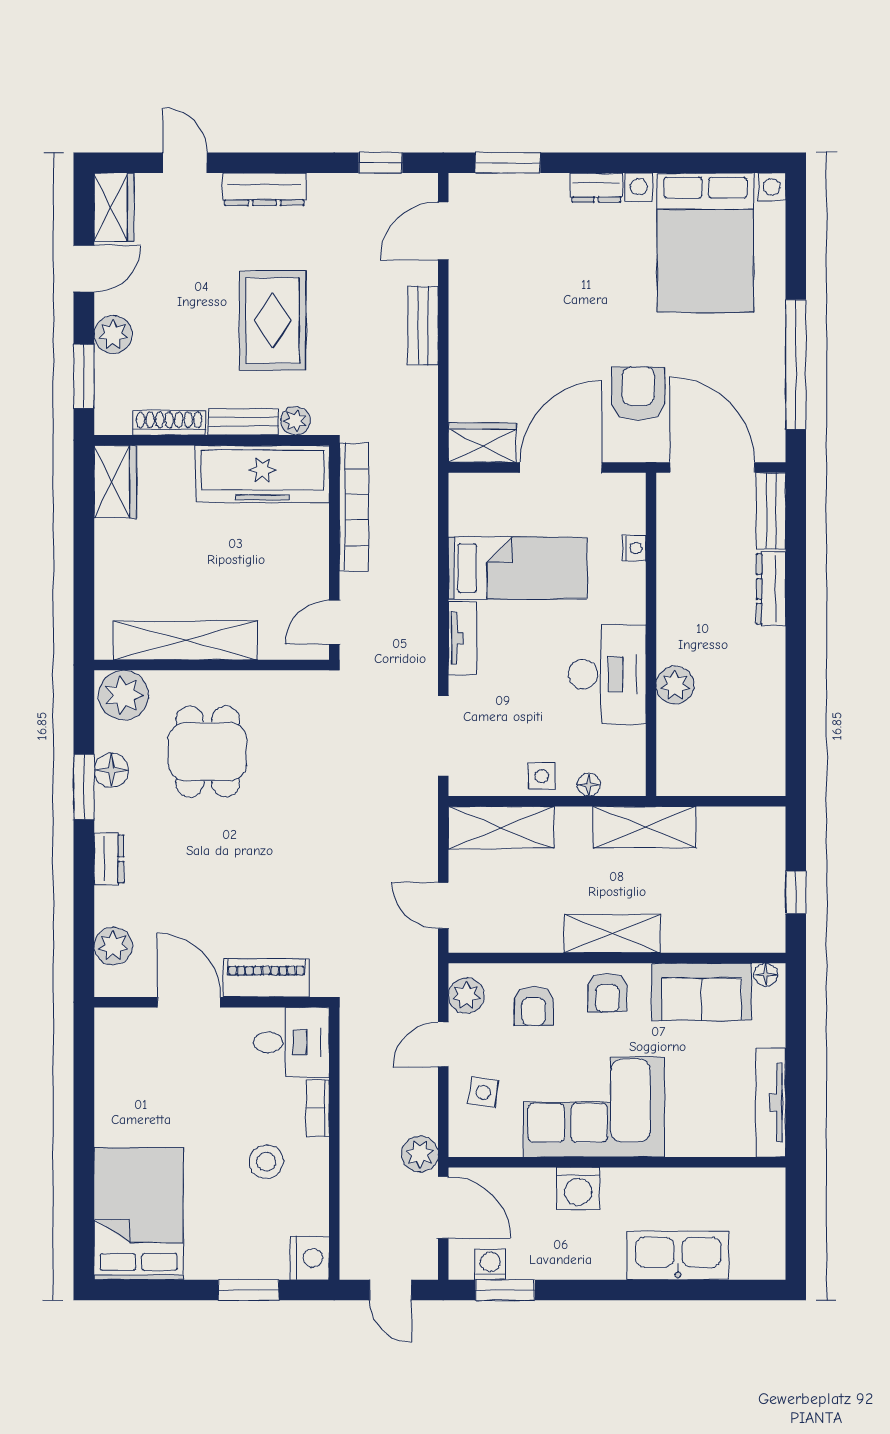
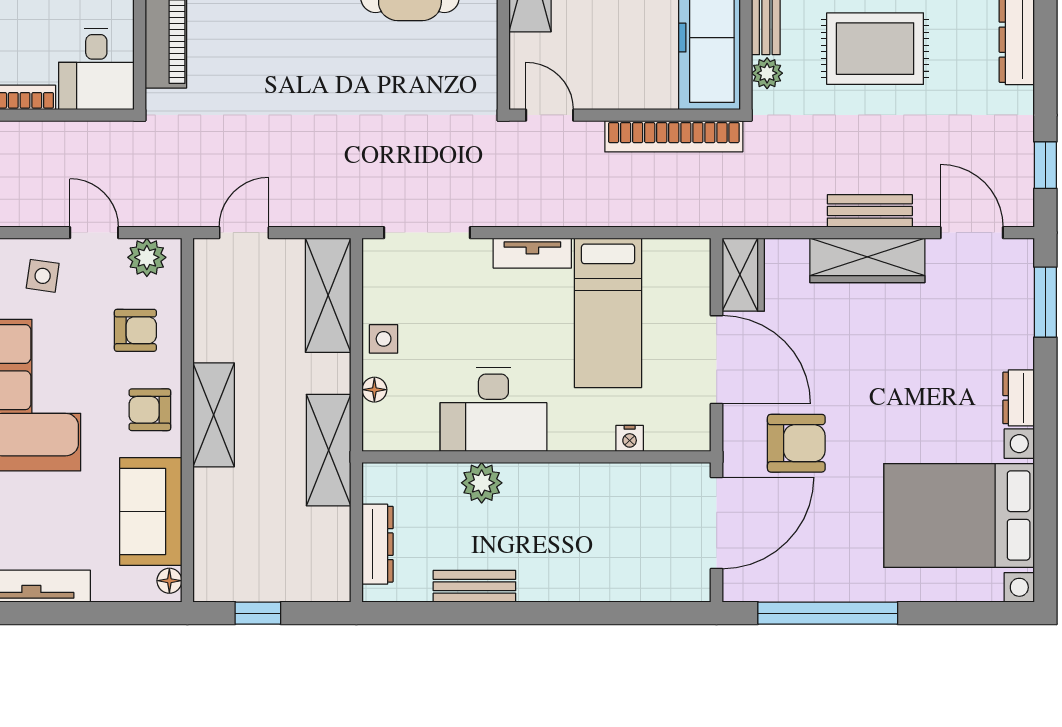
wardrobe: (469, 328) -> (867, 260), added
bench: (771, 511) -> (474, 586), moved
dresser: (771, 589) -> (378, 544), moved, turned 90
armchair: (534, 1006) -> (135, 330), turned 180

